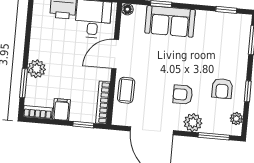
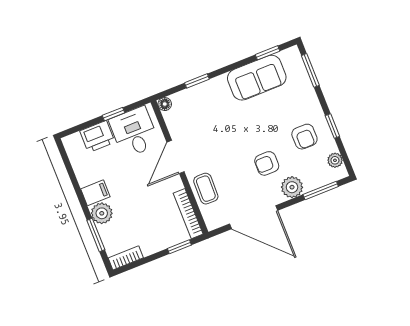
sofa: (170, 21) -> (257, 78), moved
filing cabinet: (61, 110) -> (95, 193), moved, turned 90

